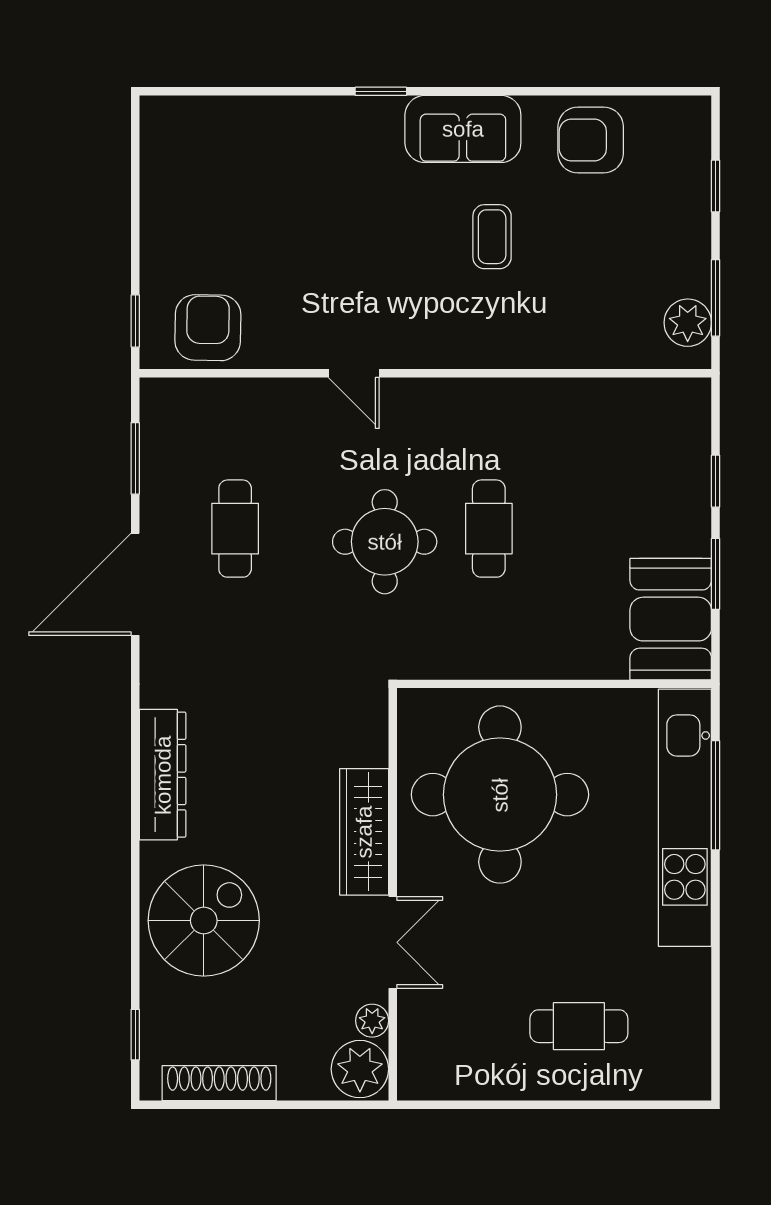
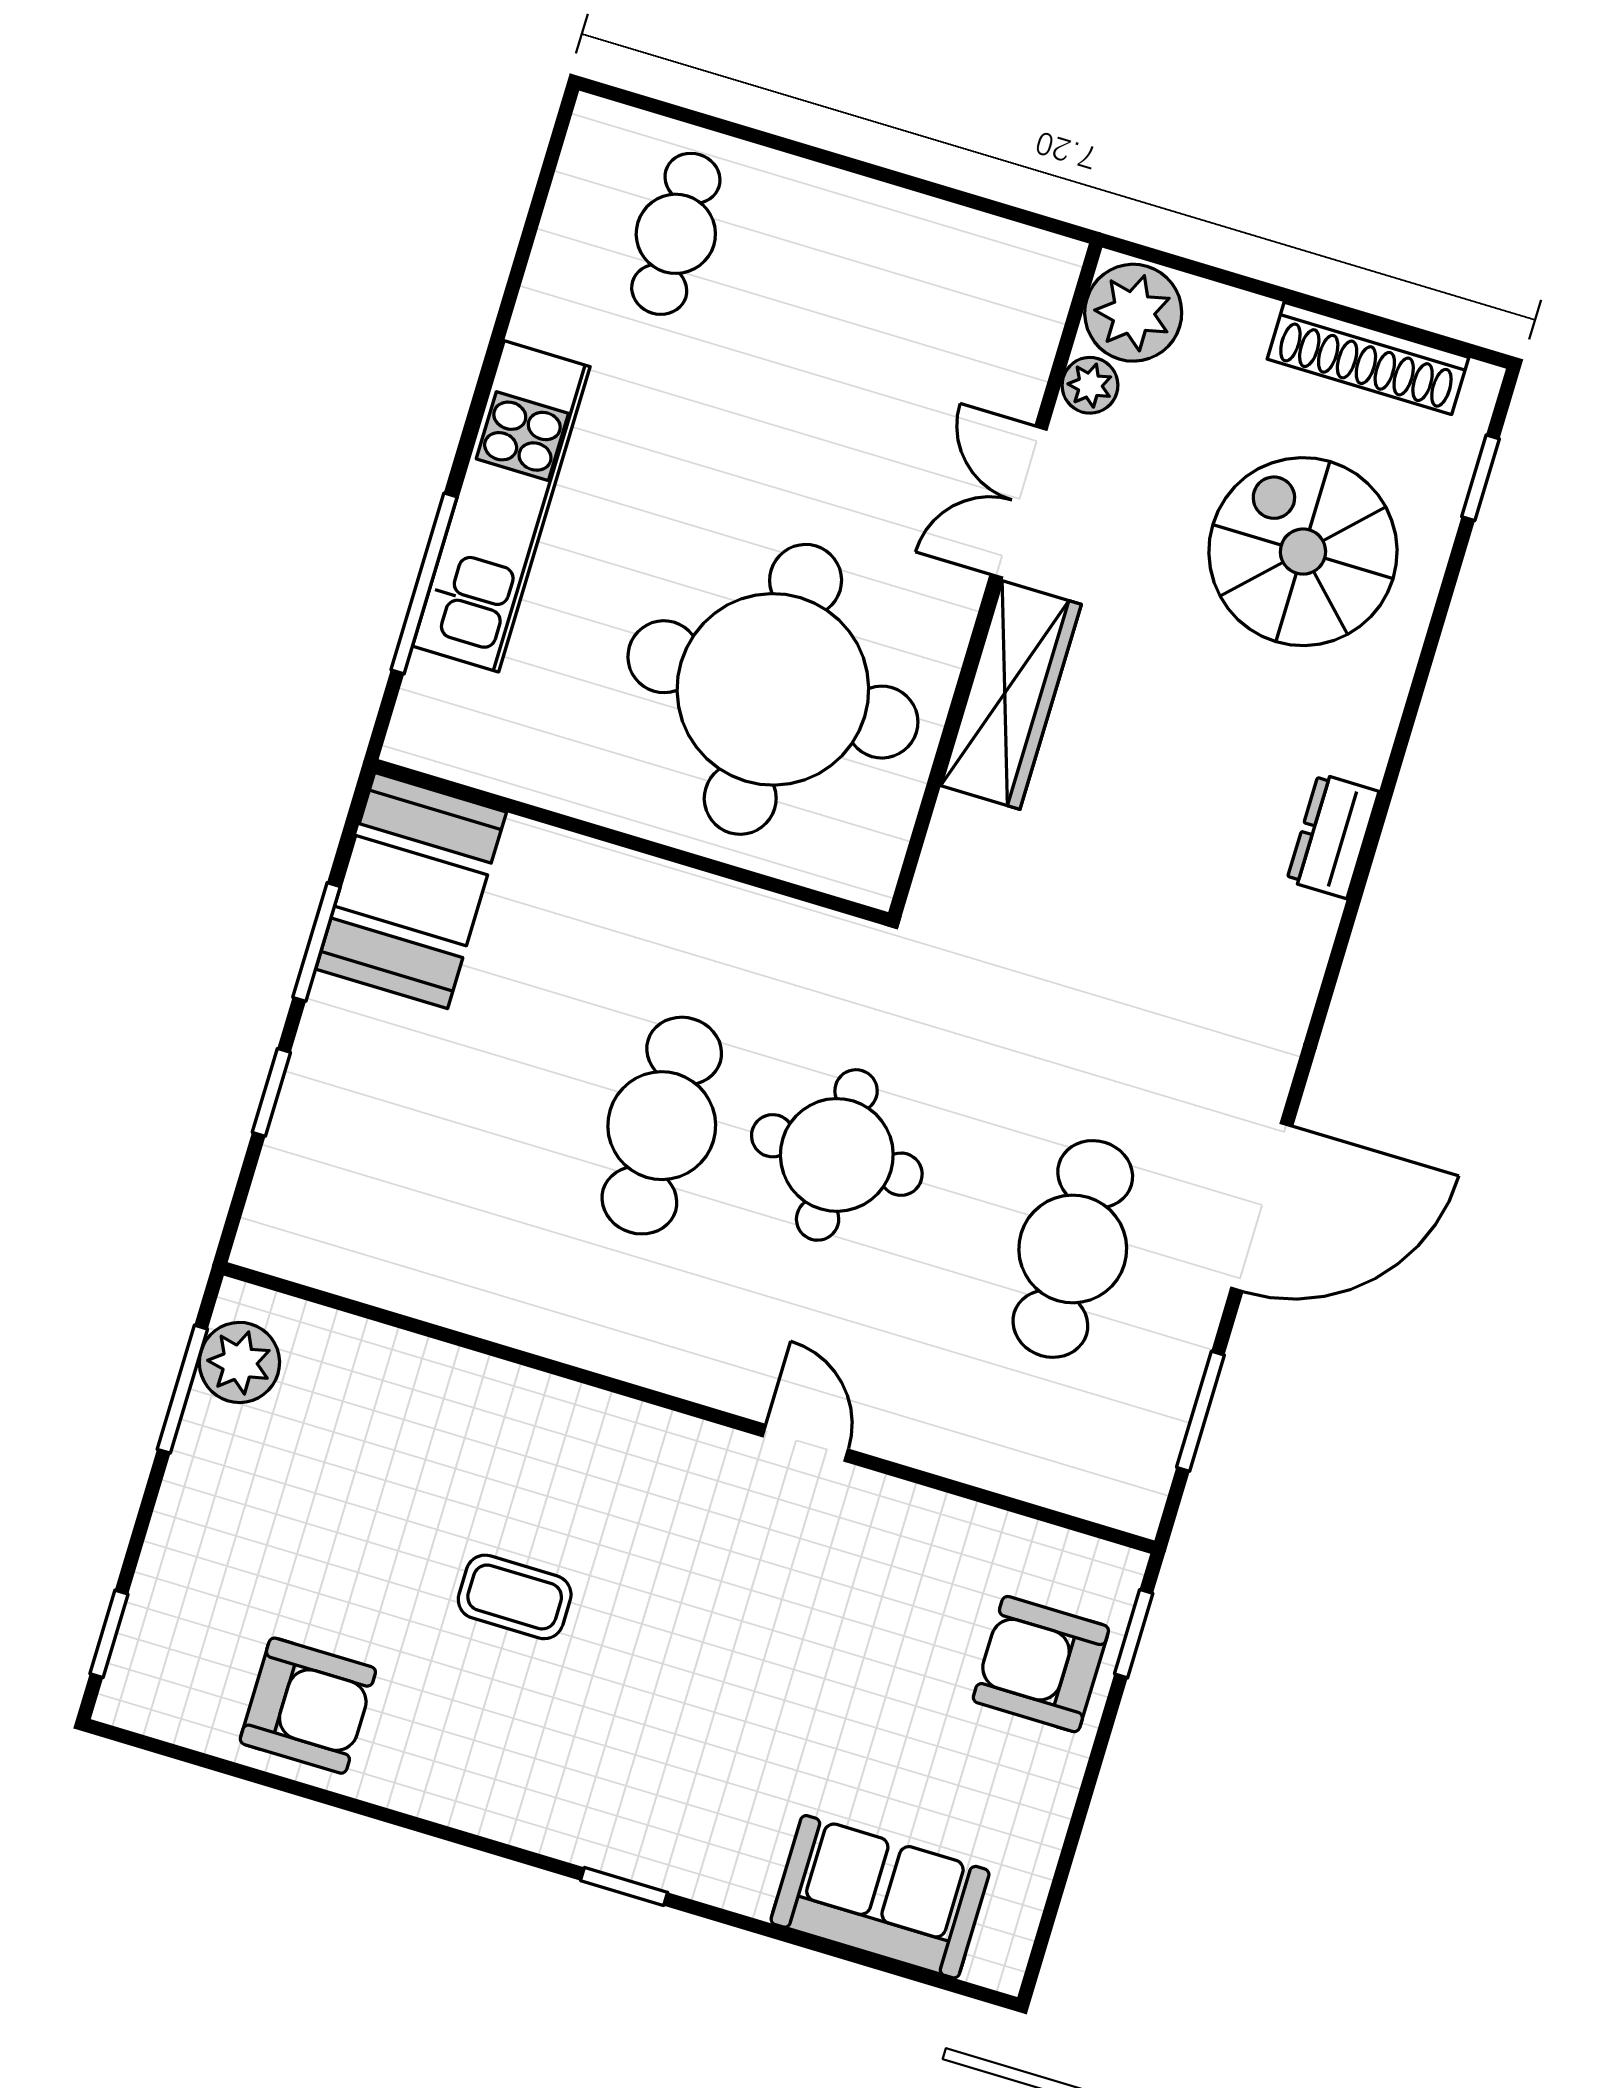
sofa: (463, 129) -> (880, 1897), moved
window: (716, 186) -> (109, 1634), moved
coffee table: (492, 237) -> (515, 1597), turned 90
armchair: (208, 328) -> (1041, 1664), moved, turned 89
cafe table: (235, 529) -> (1073, 1249), width x1.37, depth x1.35
cafe table: (489, 529) -> (662, 1126), width x1.37, depth x1.35
dresser: (163, 775) -> (1333, 836), width x0.51, depth x0.80
kitchen unit: (685, 818) -> (501, 506), width x0.73
spiral stairs: (204, 921) -> (1303, 552), moved, turned 90
cafe table: (579, 1026) -> (676, 234), moved, turned 90

